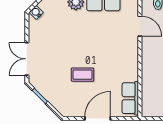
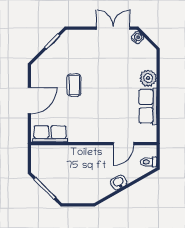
double door: (27, 59) -> (113, 28), moved
door: (98, 118) -> (29, 100), hinge flipped

